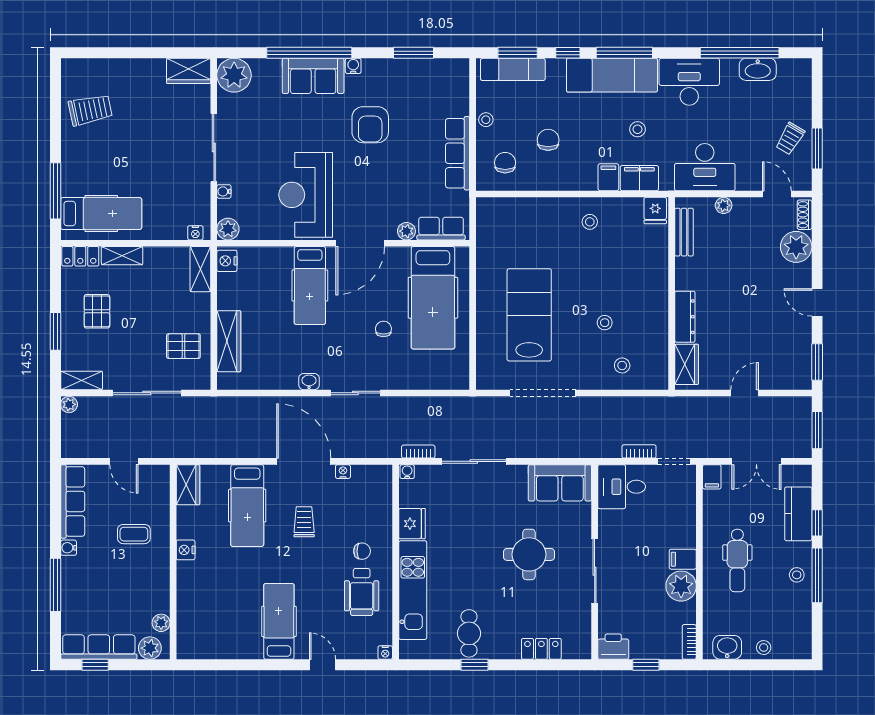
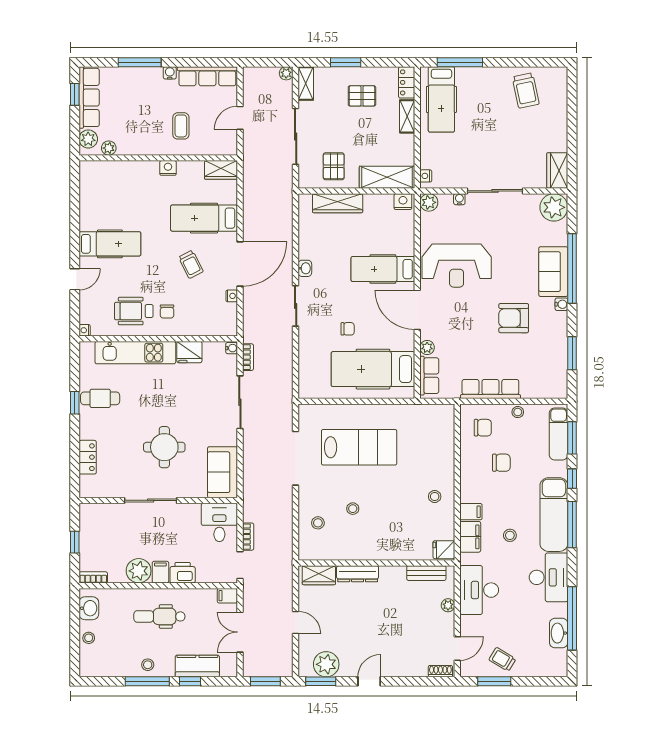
reception desk: (306, 195) -> (457, 266), turned 180
plant: (796, 247) -> (326, 664), moved
shelving: (200, 269) -> (387, 177), width x1.50, depth x1.33
trolley: (304, 522) -> (191, 264), turned 63
printer: (613, 647) -> (183, 573), moved, turned -90

